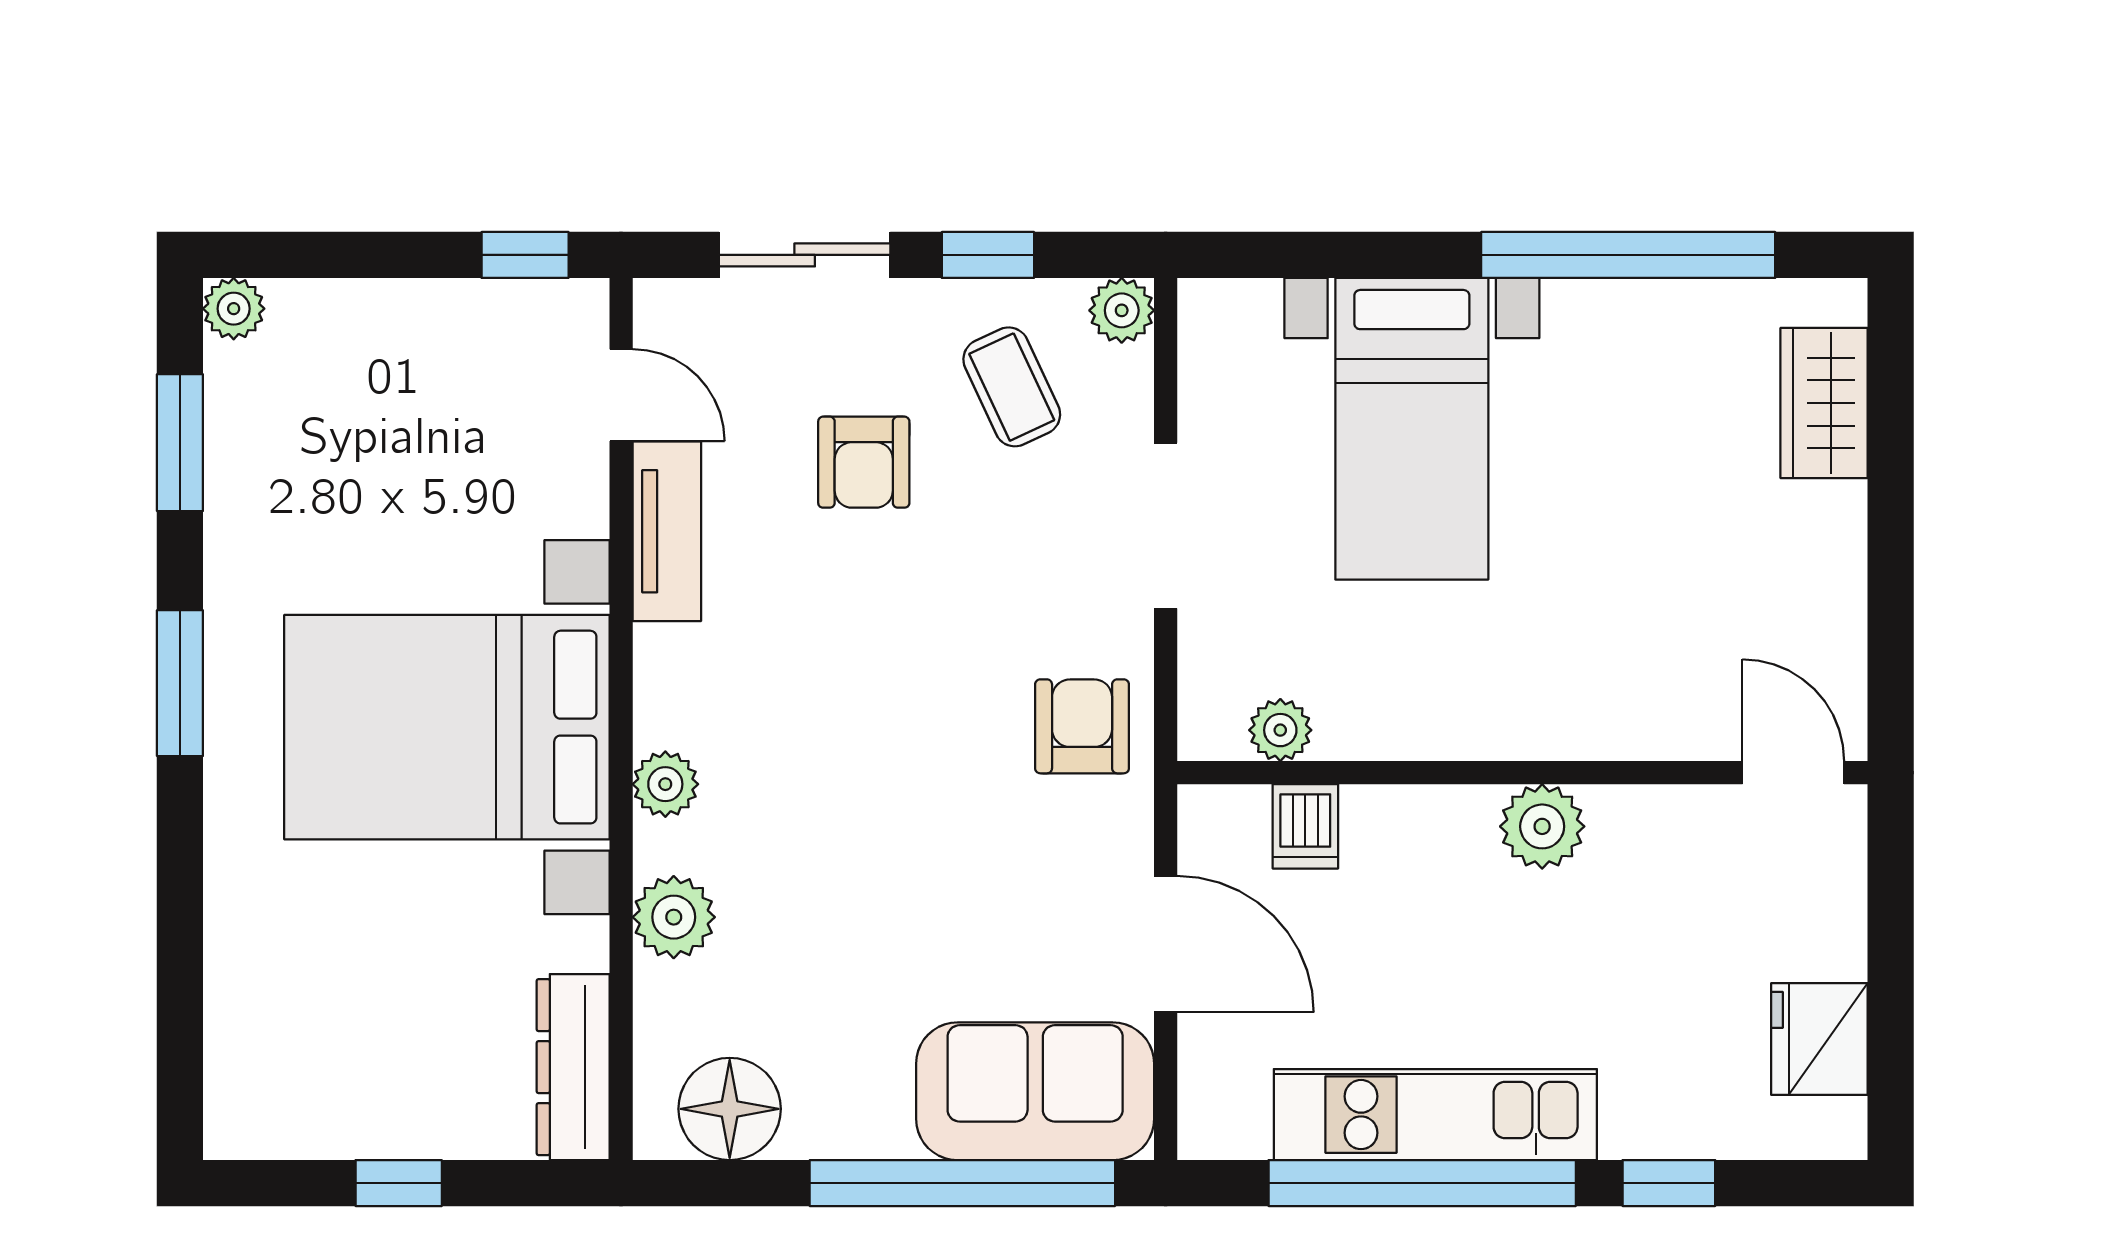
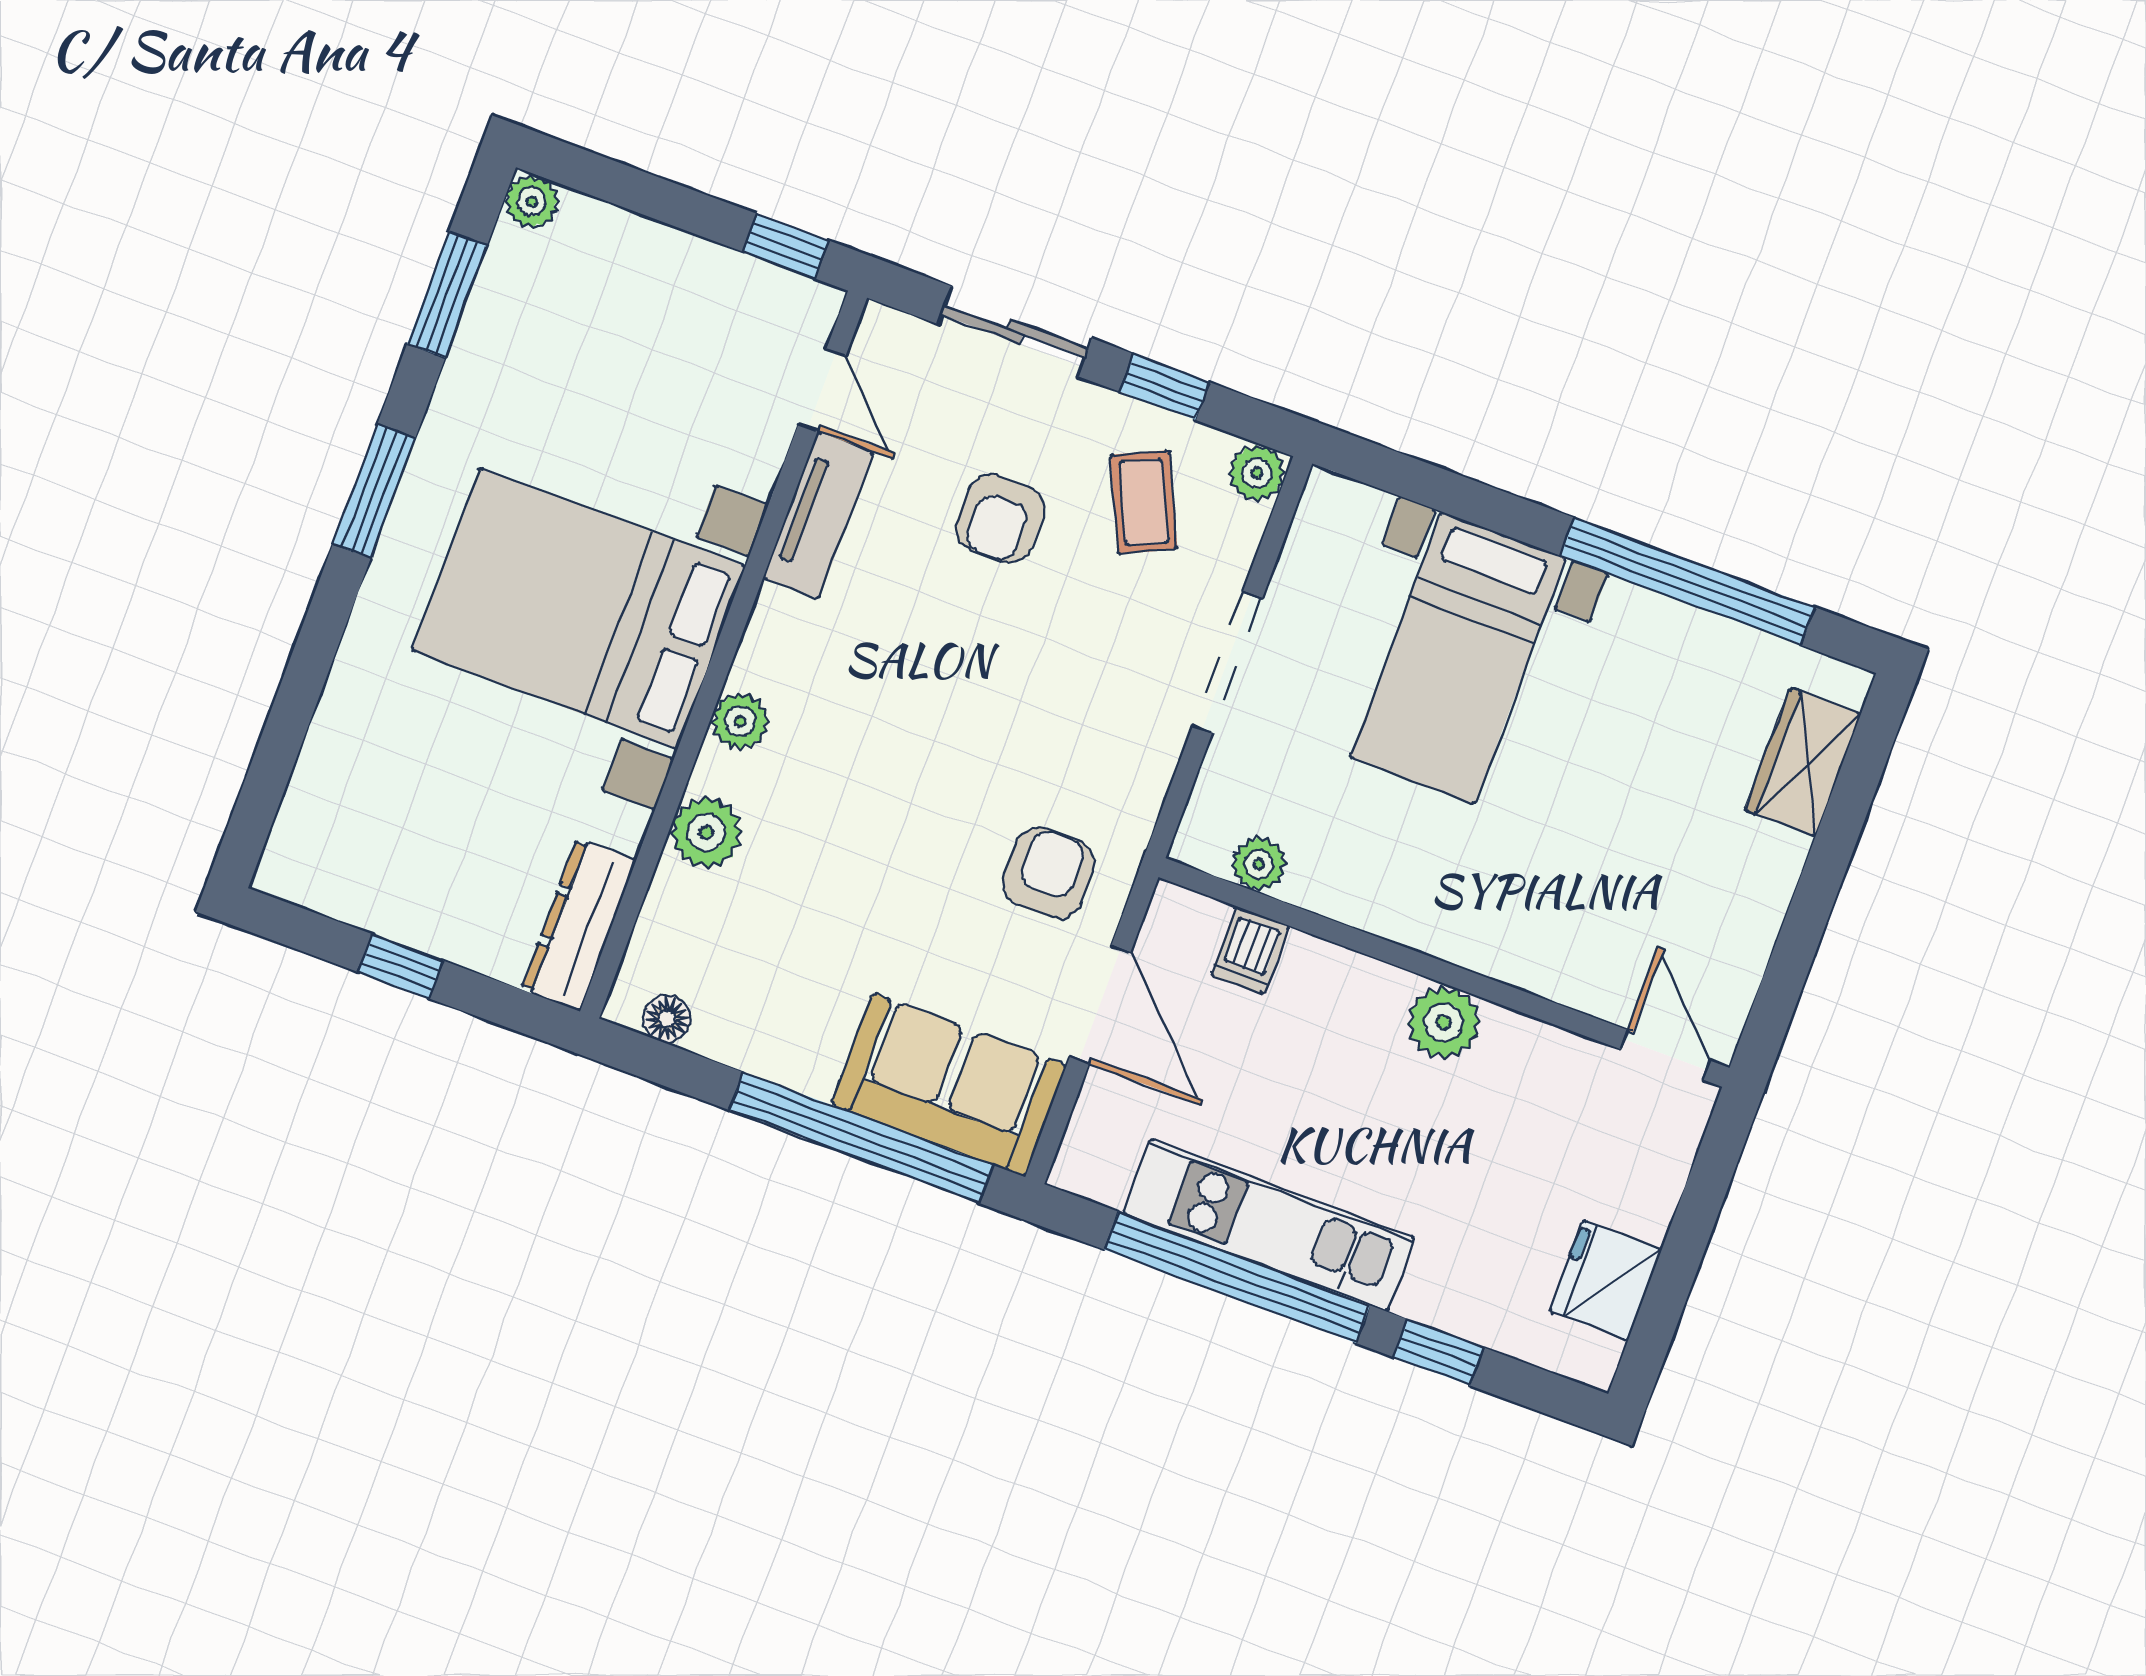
armchair: (1082, 726) -> (1049, 873), moved
floor lamp: (730, 1109) -> (667, 1019), width x0.53, depth x0.53

